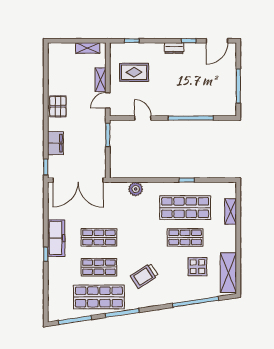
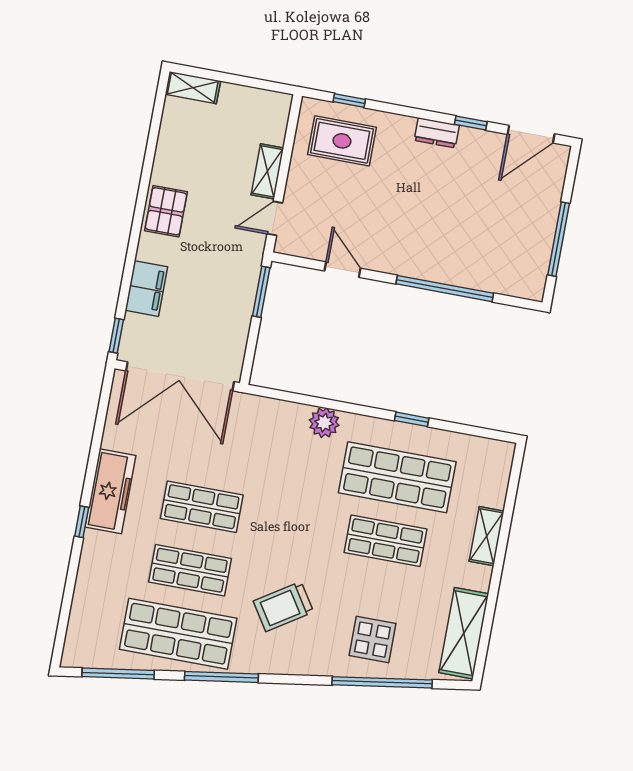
shelving: (88, 48) -> (193, 88), moved
rug: (134, 72) -> (342, 141), moved
plant: (136, 189) -> (324, 423), moved
shelving: (231, 211) -> (487, 536), moved
display table: (197, 267) -> (372, 640), moved

